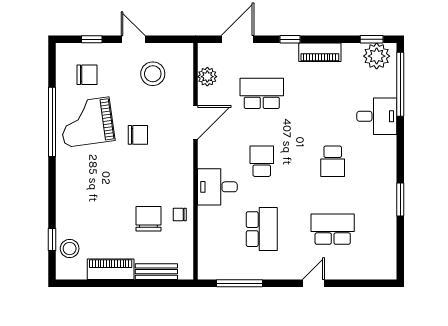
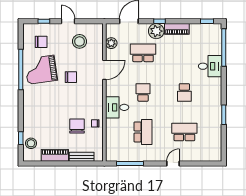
plant: (377, 56) -> (156, 31), moved

